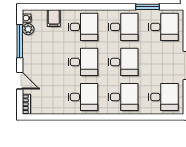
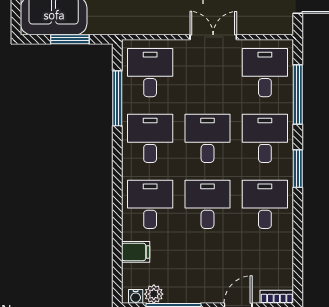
window: (148, 7) -> (117, 98), width x1.44
window: (105, 117) -> (298, 169), added
window: (150, 117) -> (298, 95), added

